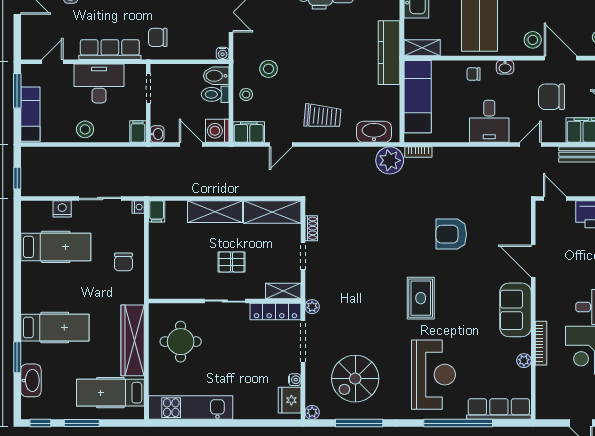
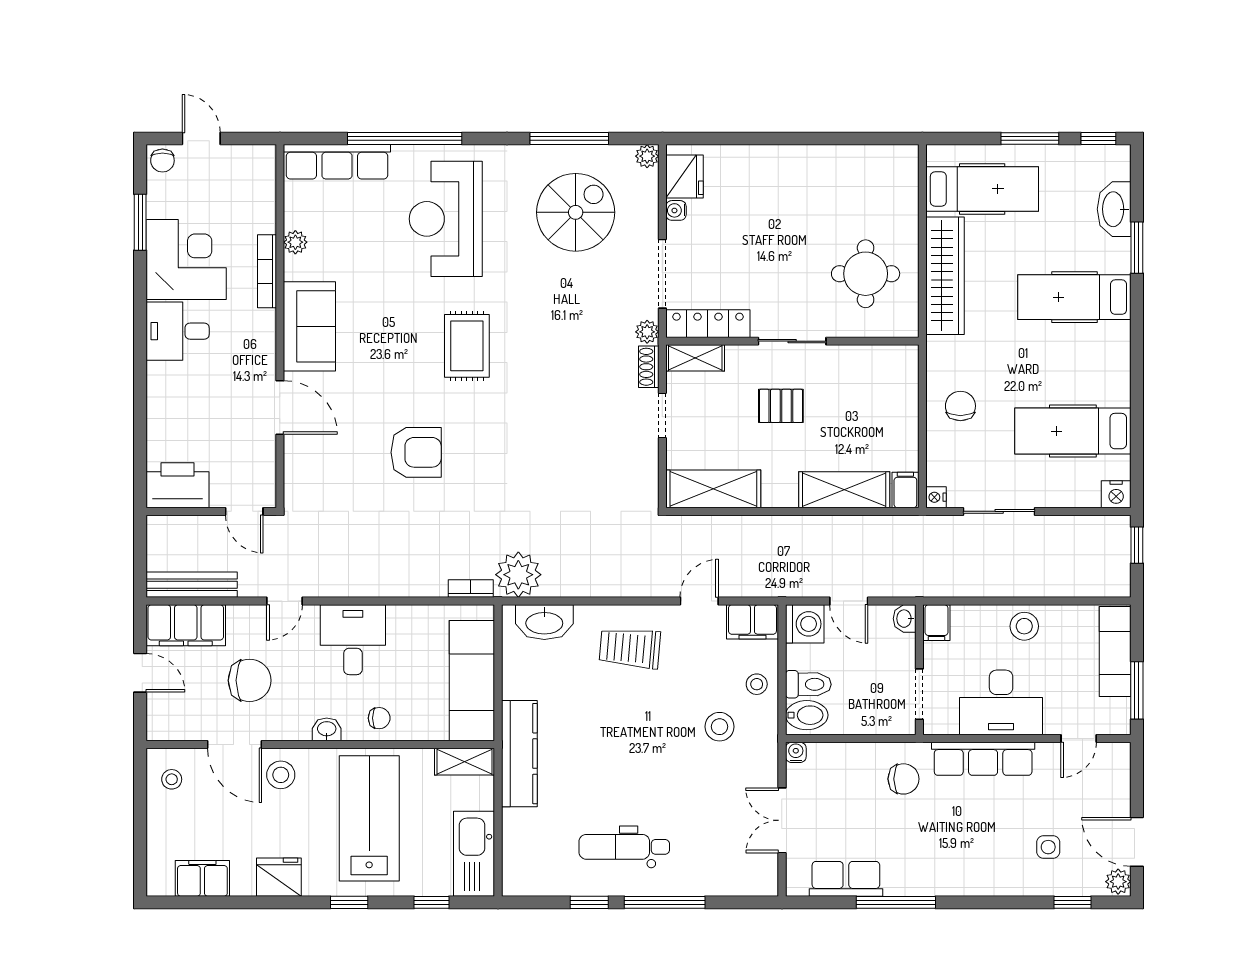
nightstand: (62, 209) -> (1116, 494), moved
shelving: (215, 212) -> (844, 490), moved
shoe rack: (311, 228) -> (649, 367), moved
kitchen unit: (191, 408) -> (849, 164), removed

